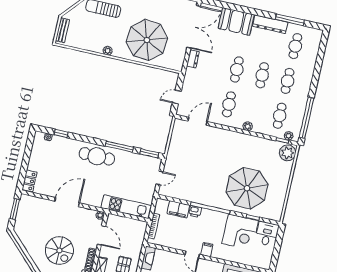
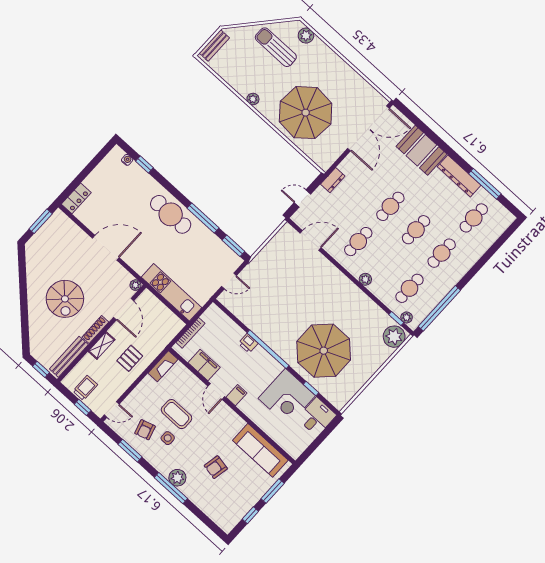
dresser: (193, 59) -> (333, 180), moved
filing cabinet: (178, 209) -> (204, 365), moved, turned 180

